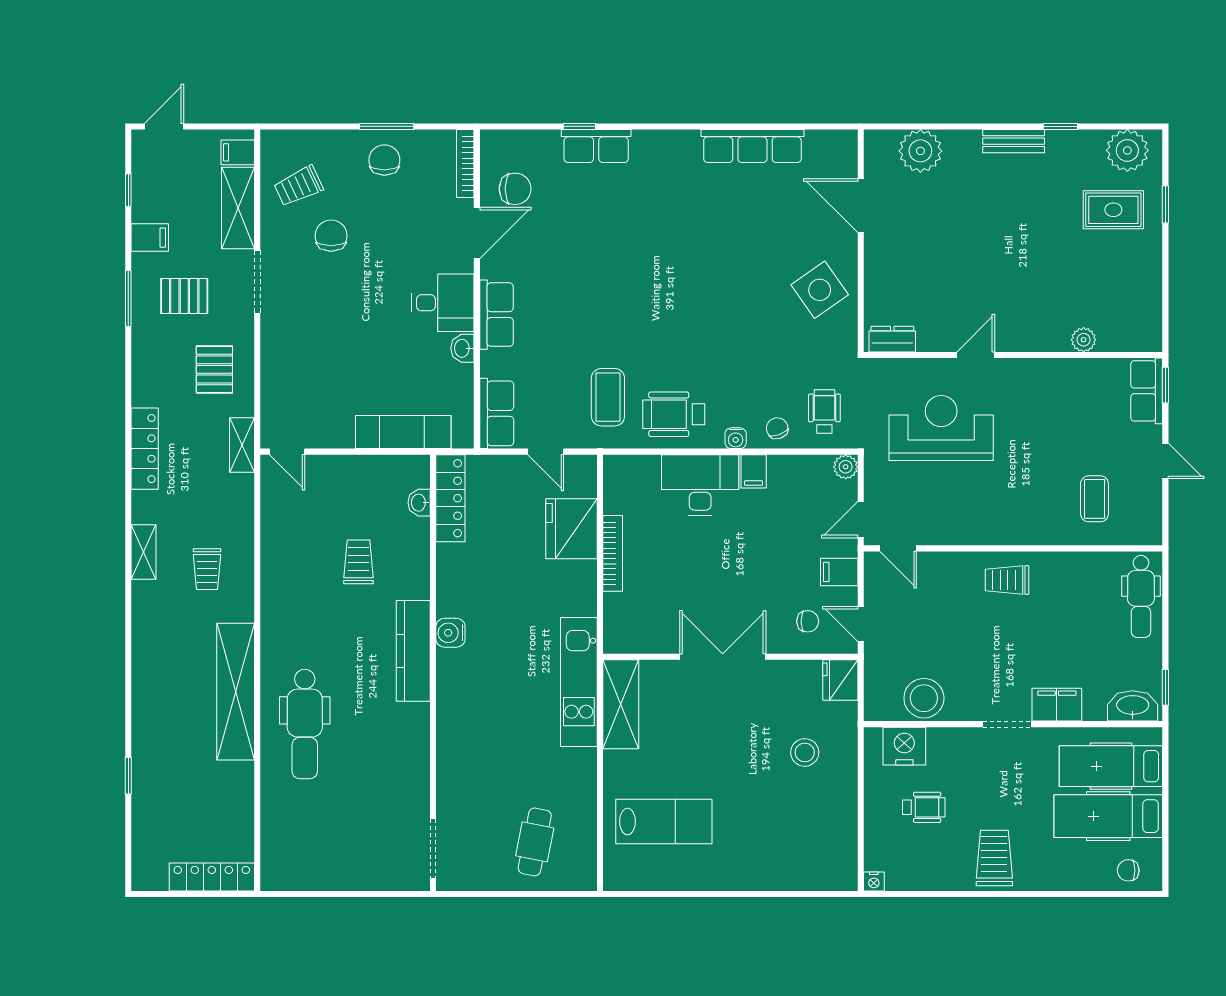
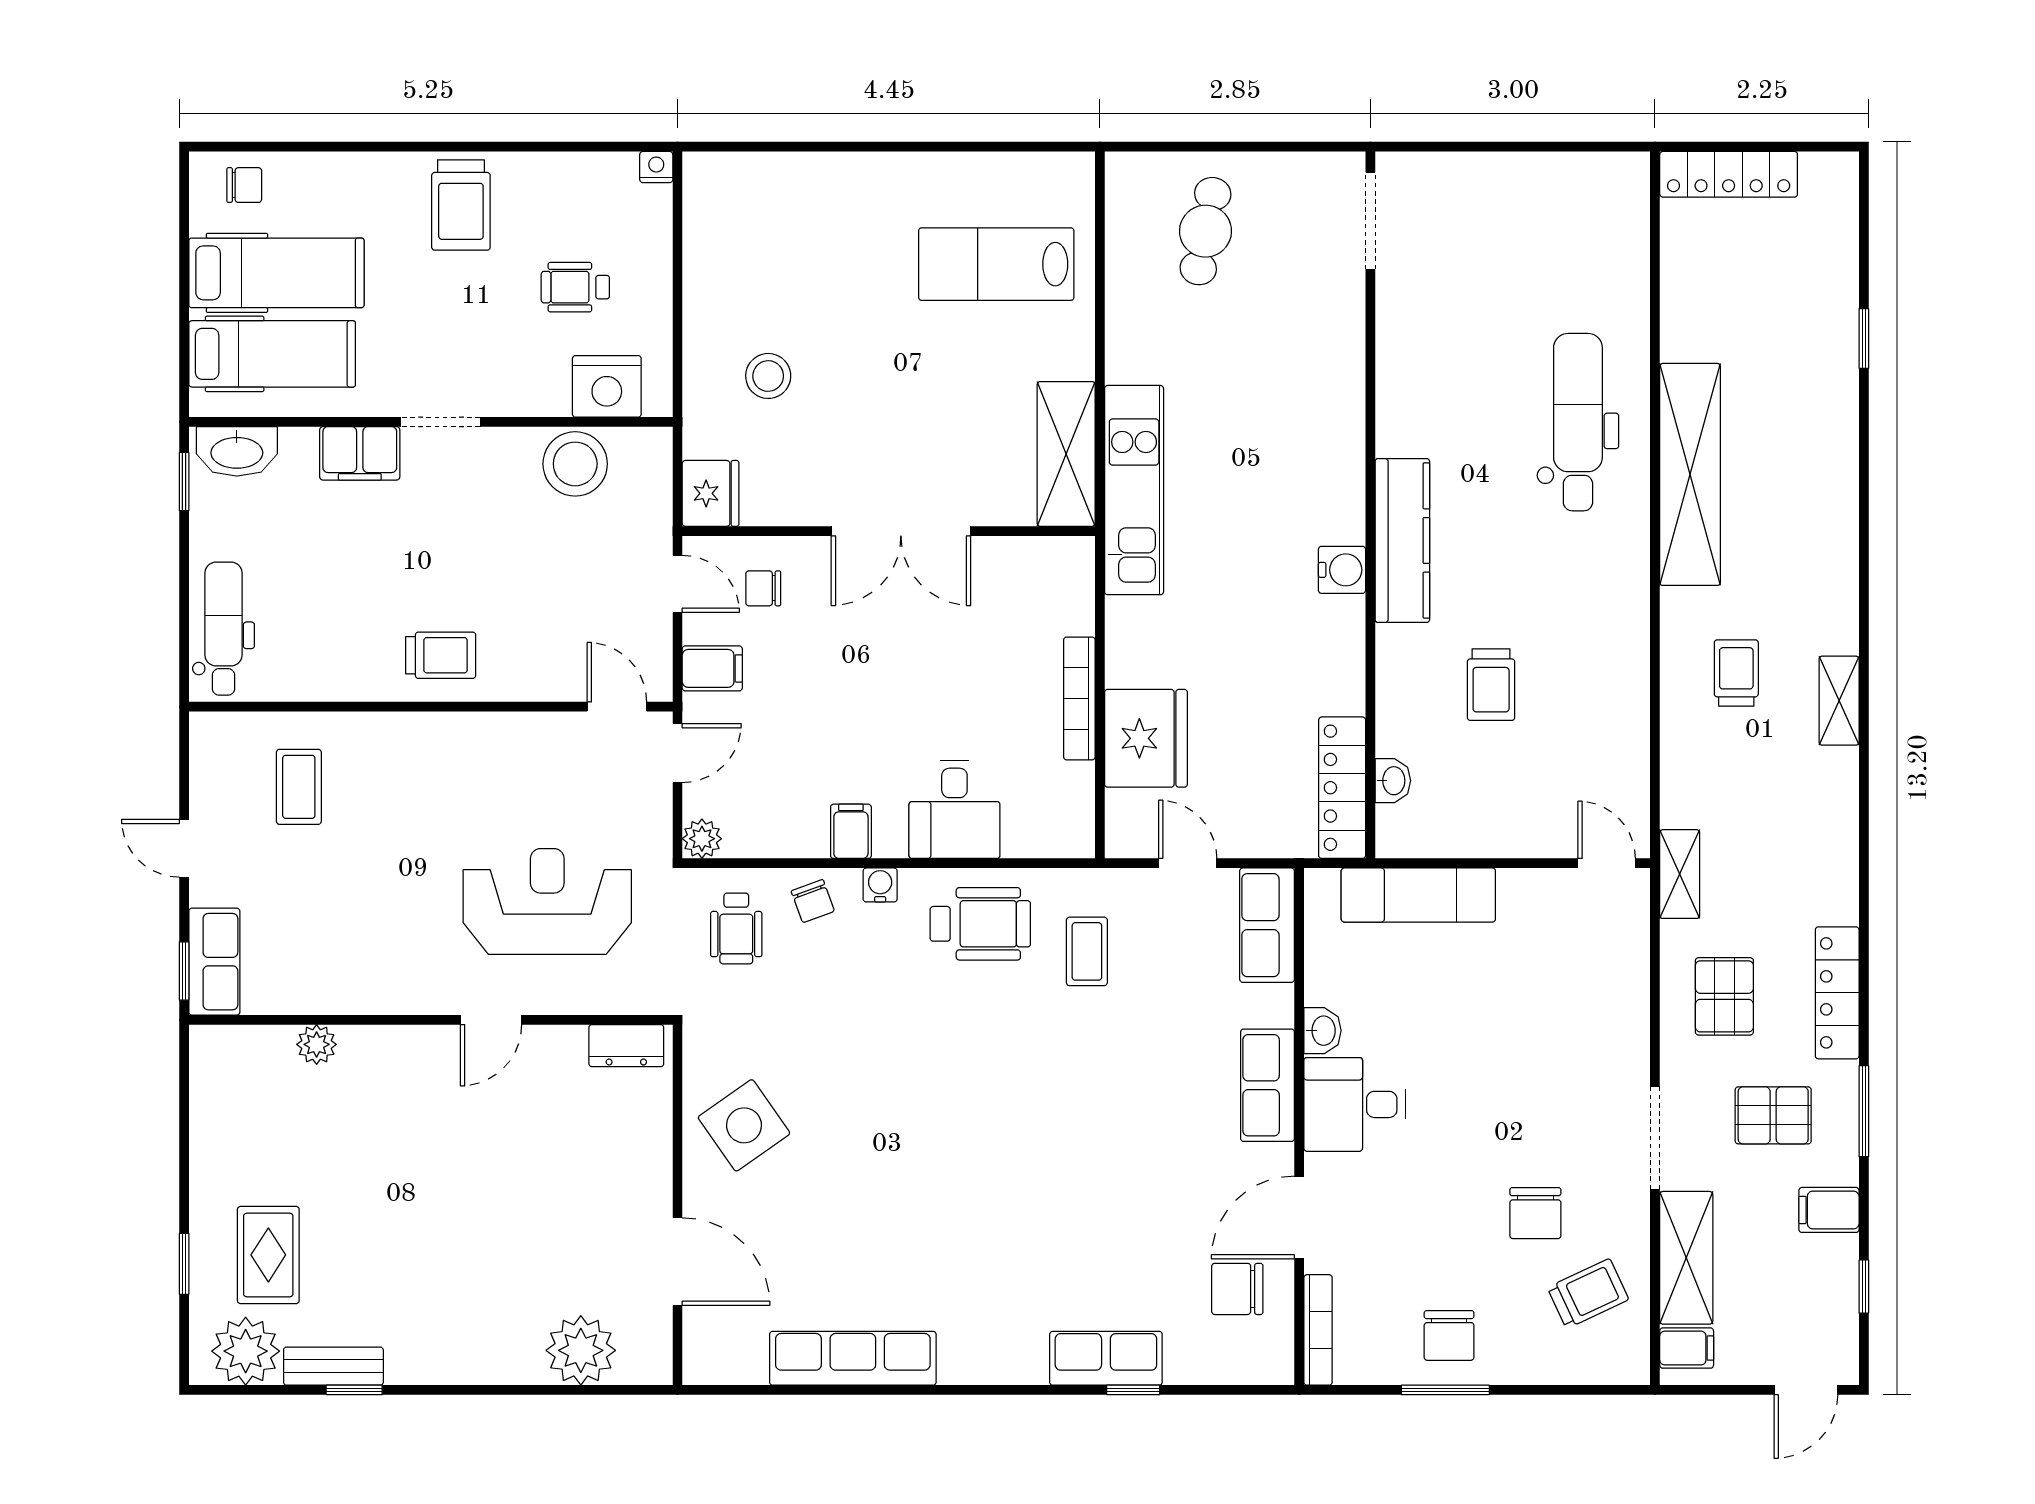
bench: (1014, 141) -> (333, 1366), moved
rug: (1113, 210) -> (268, 1255), turned 90
coffee table: (608, 397) -> (1087, 951), width x0.73, depth x0.77
reception desk: (941, 428) -> (547, 901), turned 180
locker: (145, 449) -> (1837, 993), moved
desk: (700, 485) -> (954, 809), width x0.73

